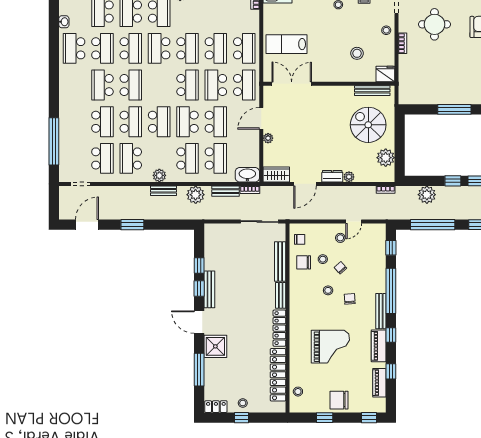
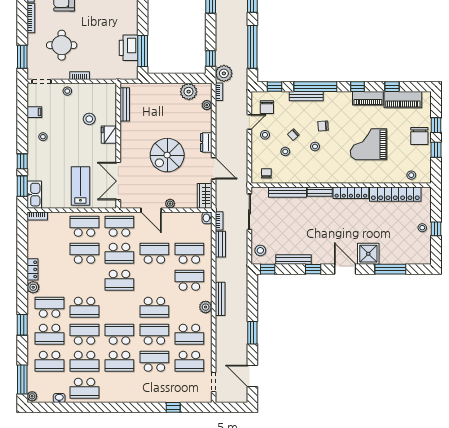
lab bench: (287, 44) -> (80, 186), turned 180
school desk: (102, 48) -> (84, 361), turned 180
school desk: (187, 48) -> (84, 280), removed
fridge: (385, 74) -> (109, 135), moved
school desk: (187, 85) -> (119, 280), turned 180
printer: (432, 95) -> (129, 48), added
window: (454, 109) -> (143, 51), moved
school desk: (159, 122) -> (154, 307), turned 180
school desk: (187, 122) -> (154, 280), removed
spiral stairs: (368, 125) -> (167, 155), moved
window: (54, 141) -> (173, 407), width x0.32
school desk: (102, 158) -> (189, 361), turned 180
washbasin: (247, 175) -> (207, 218), width x0.52, depth x0.69
plant: (349, 177) -> (207, 105), moved
window: (453, 181) -> (211, 59), moved
bench: (163, 191) -> (220, 299), width x1.36
plant: (196, 195) -> (224, 273), removed
plant: (427, 195) -> (224, 73), moved
door: (354, 222) -> (249, 122), hinge flipped
stool: (219, 233) -> (260, 250), added
chair: (304, 262) -> (267, 107), moved
window: (199, 265) -> (268, 269), moved
bench: (209, 289) -> (294, 259), moved
bench: (381, 311) -> (306, 96), moved
door: (199, 322) -> (345, 269), swing flipped
grand piano: (330, 347) -> (369, 144), turned -90
piano: (379, 383) -> (403, 100), width x1.37, depth x1.33
locker: (216, 407) -> (426, 253), removed
window: (369, 418) -> (436, 125), moved

